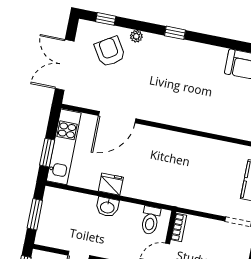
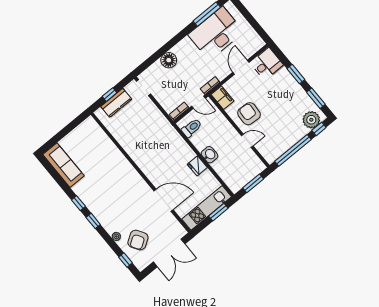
window: (207, 39) -> (78, 203), added

